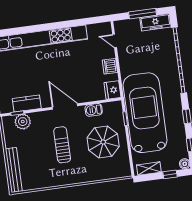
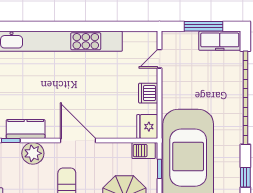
door: (115, 41) -> (159, 59), hinge flipped
barbecue: (94, 110) -> (144, 151), moved
plant: (23, 122) -> (33, 153), moved

